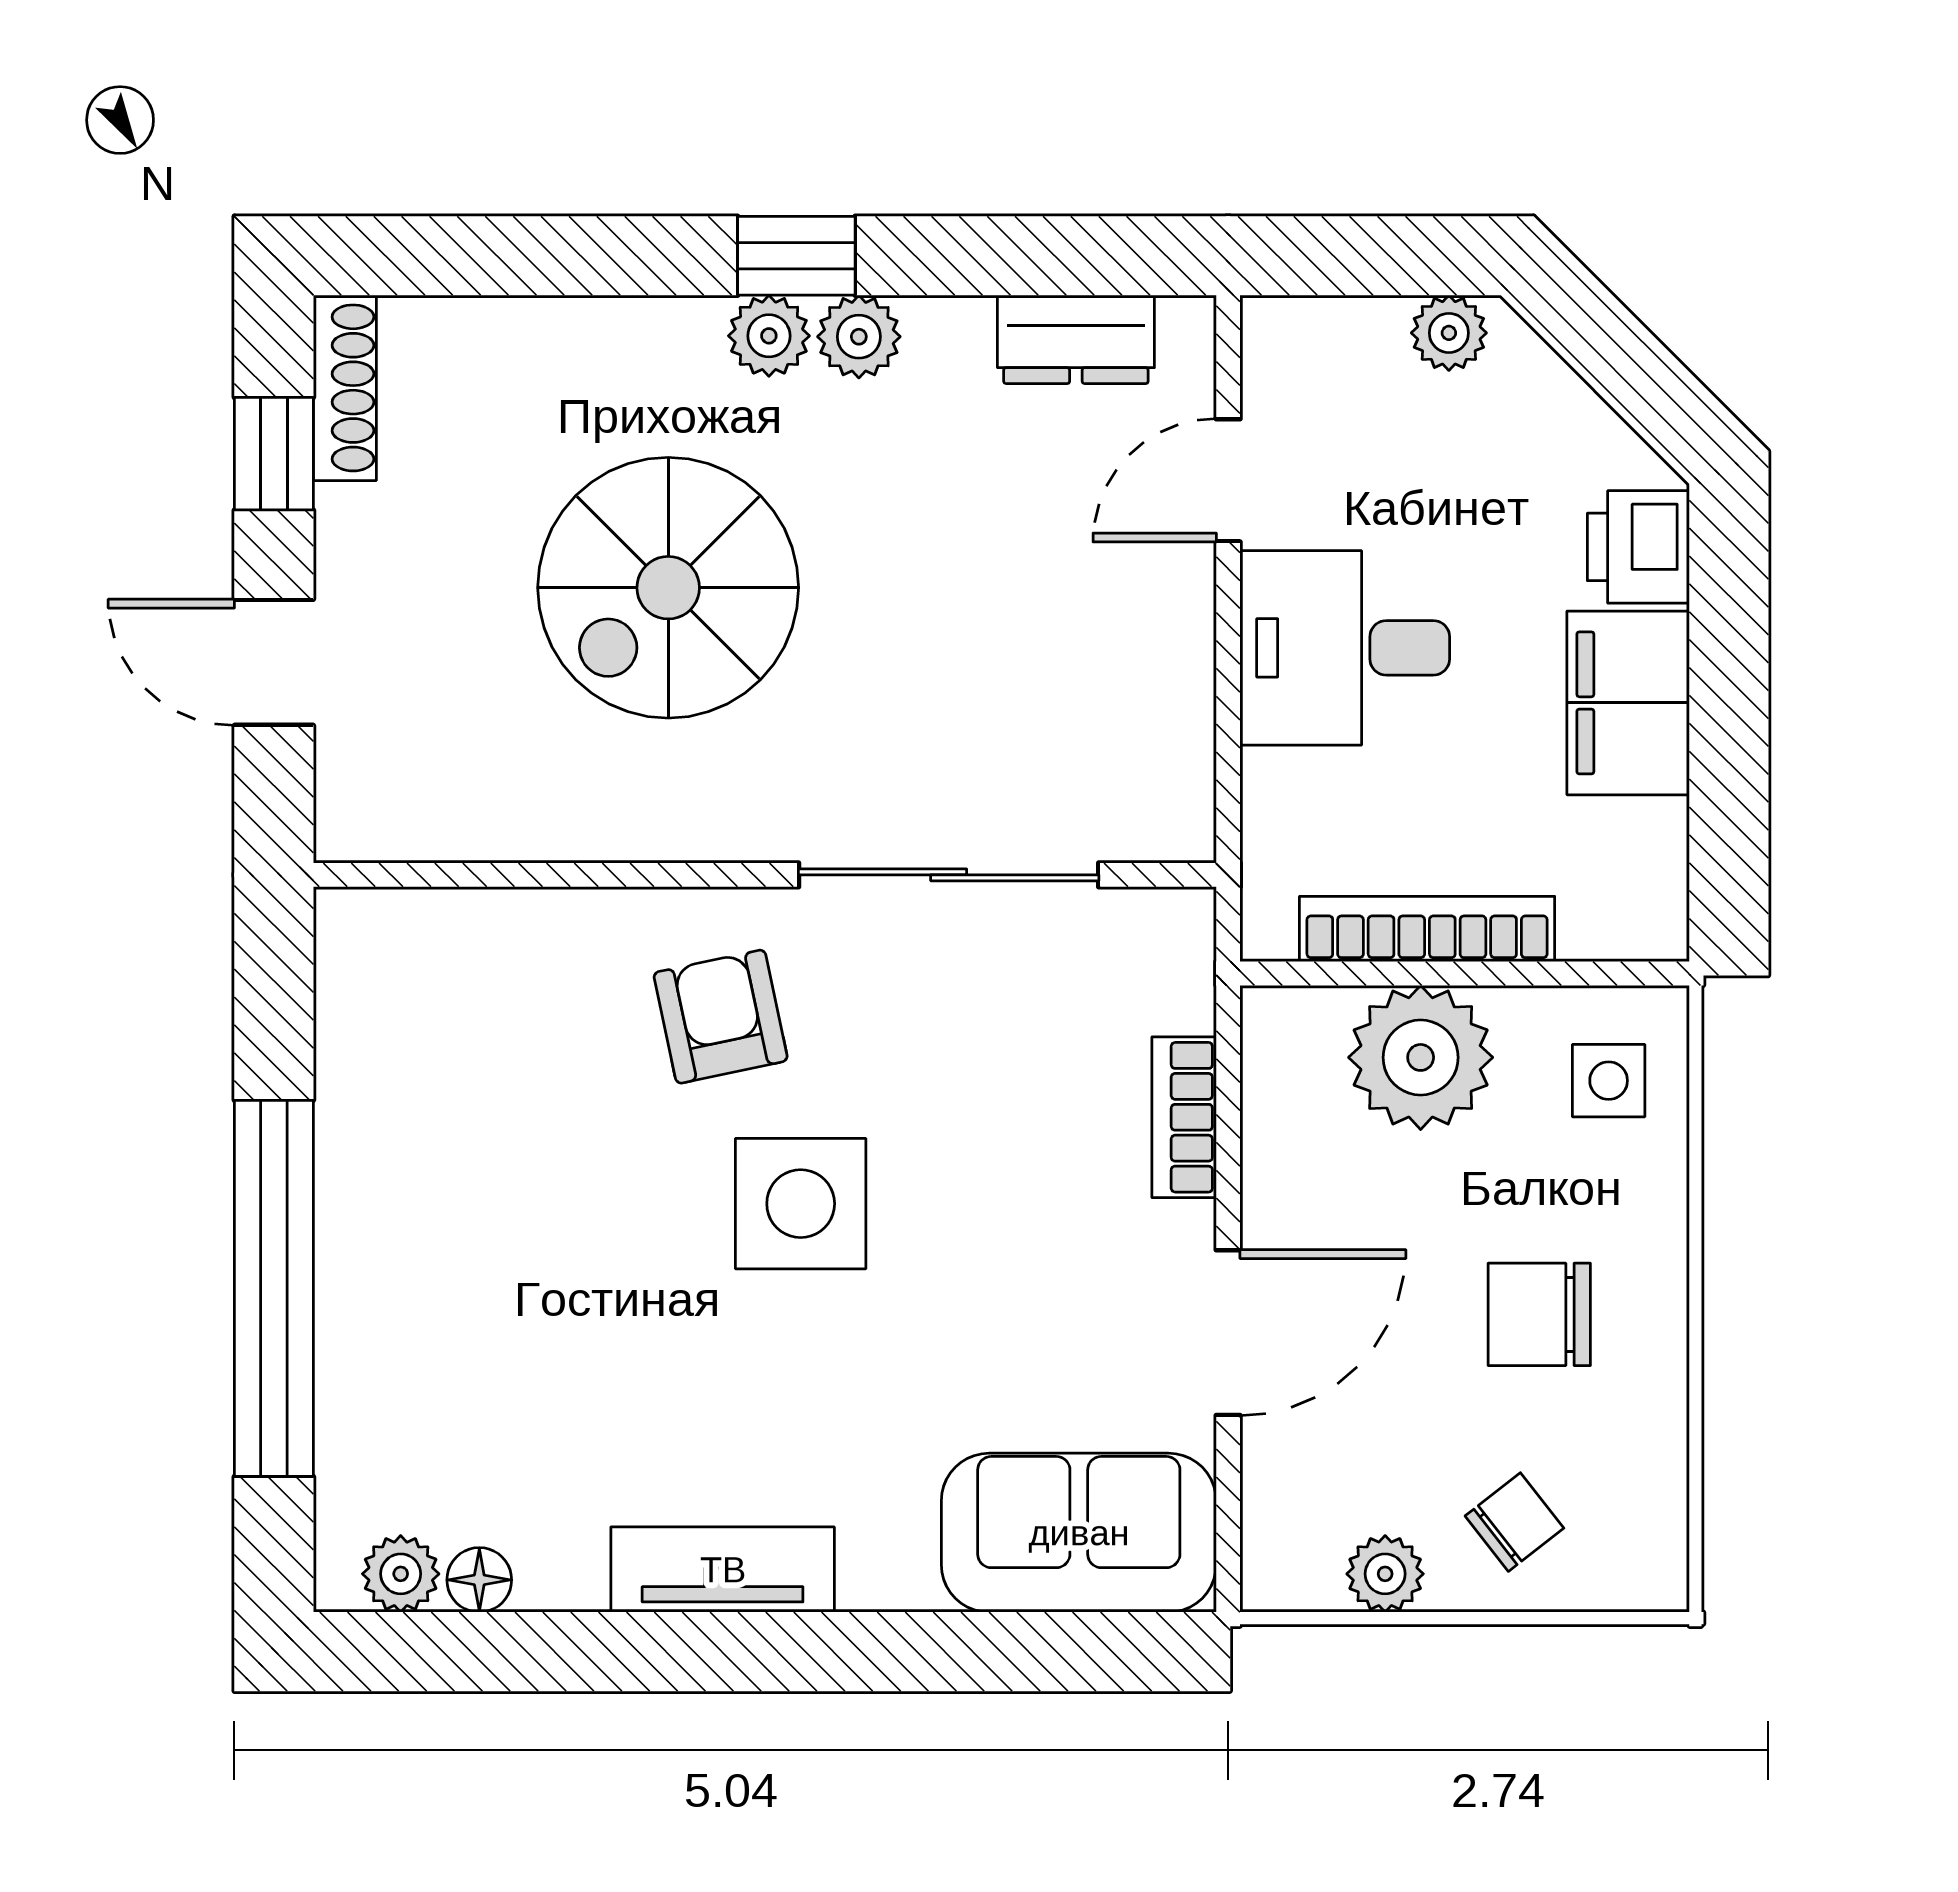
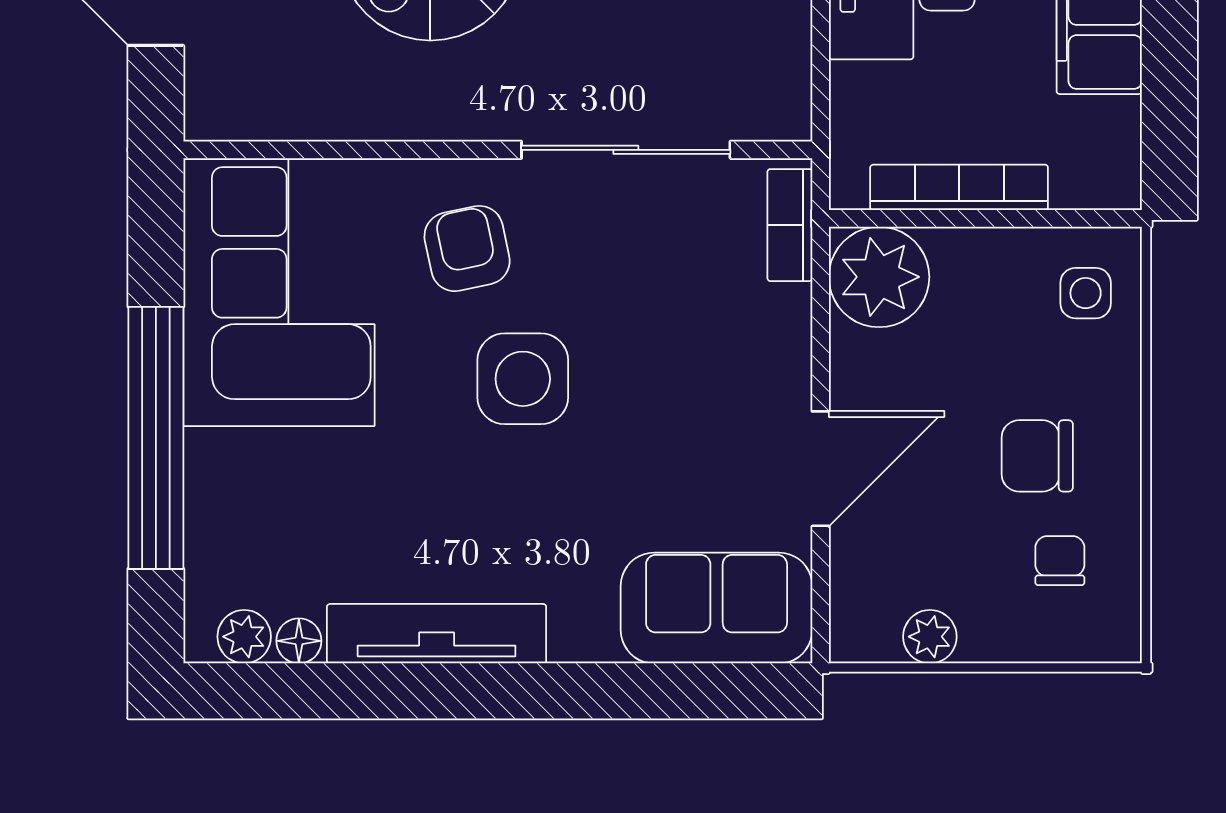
plant: (1421, 1057) -> (879, 277), moved
corner sofa: (451, 1079) -> (279, 292), added
bookcase: (1184, 1117) -> (790, 225), moved
chair: (1514, 1522) -> (1060, 561), moved, turned -52
tv unit: (723, 1570) -> (437, 634), width x1.41

